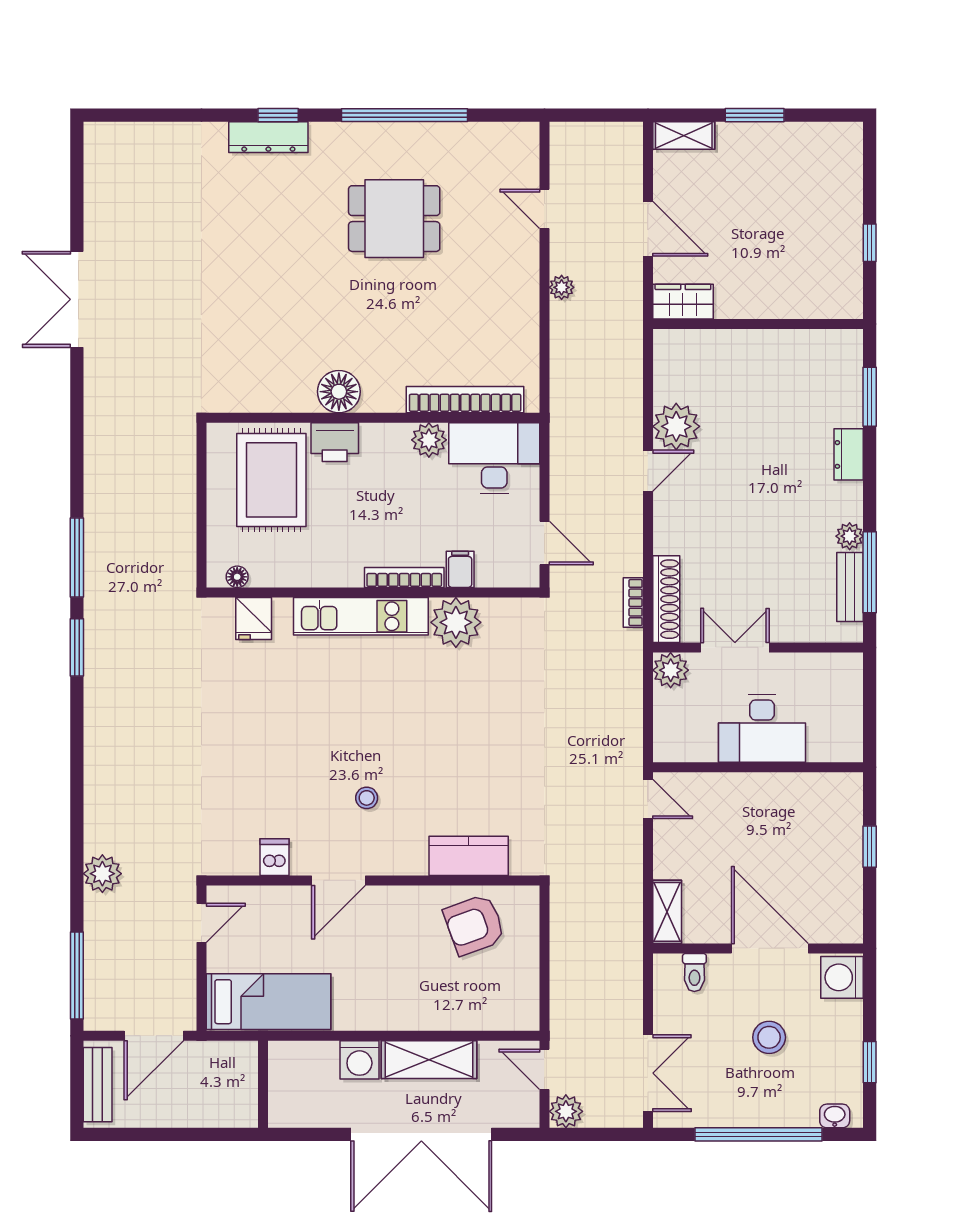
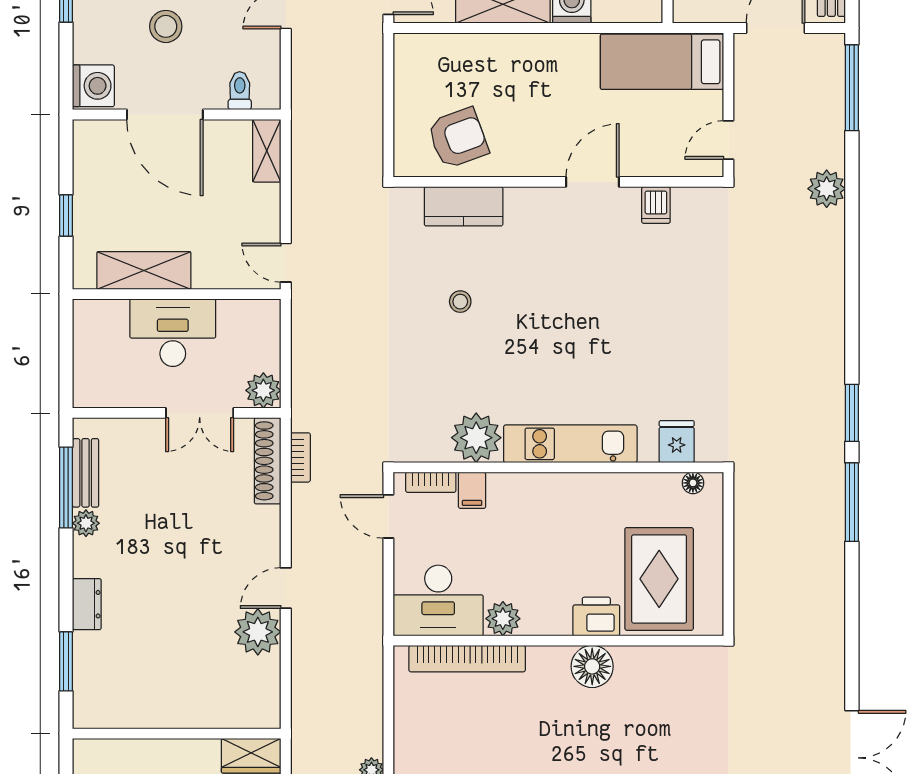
bookcase: (404, 577) -> (431, 482), moved, width x0.64
shelving: (791, 791) -> (144, 271), added
stool: (367, 798) -> (460, 302), moved

